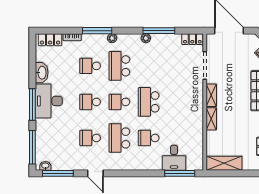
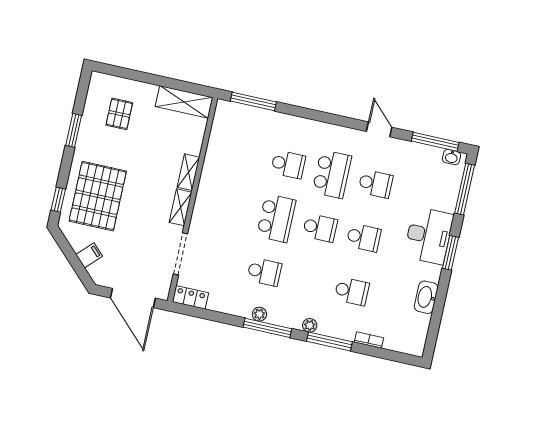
window: (159, 31) -> (267, 328), moved
locker: (50, 40) -> (403, 344), removed
school desk: (119, 66) -> (264, 272), moved, width x0.54
desk: (49, 101) -> (429, 236), moved
window: (32, 104) -> (450, 253), width x0.69
desk: (174, 158) -> (257, 127), removed

